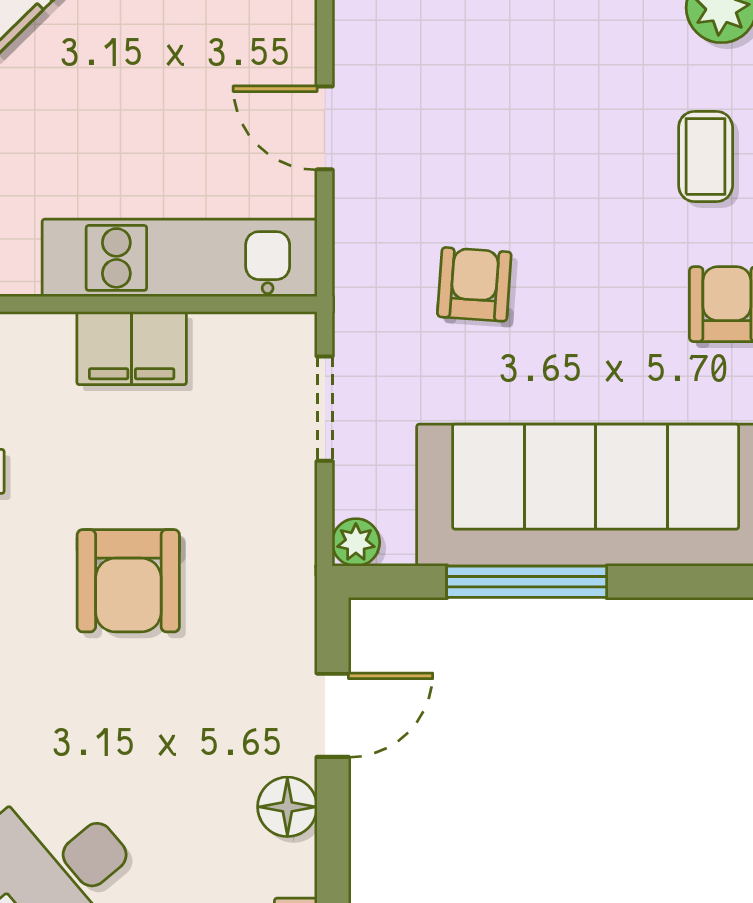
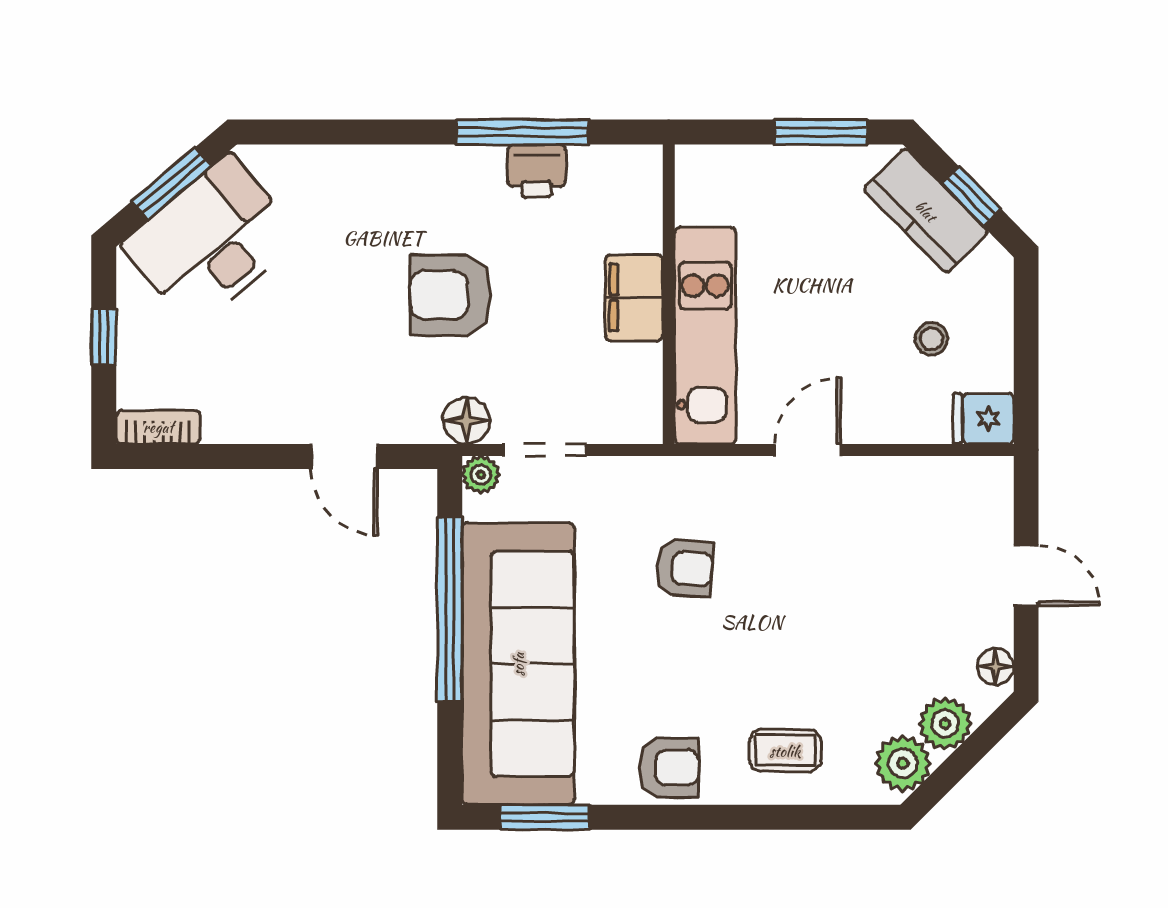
doorway: (325, 409) -> (545, 450), moved
window: (527, 582) -> (450, 609), width x1.46
floor lamp: (287, 807) -> (467, 421), moved

